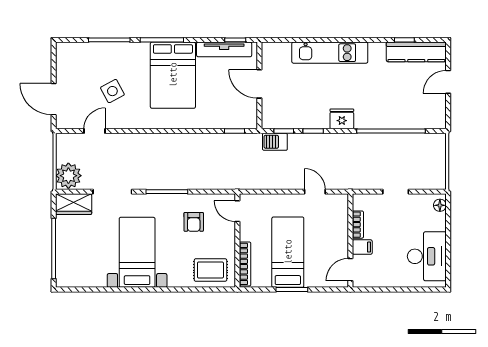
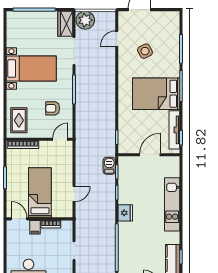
door: (95, 131) -> (117, 39), swing flipped
bed: (288, 252) -> (40, 193), moved, turned -90

